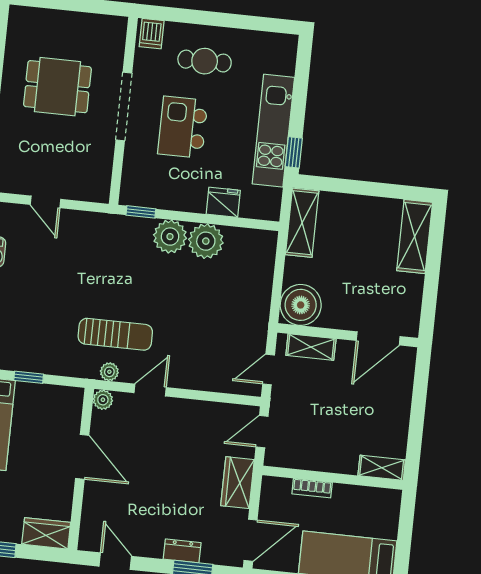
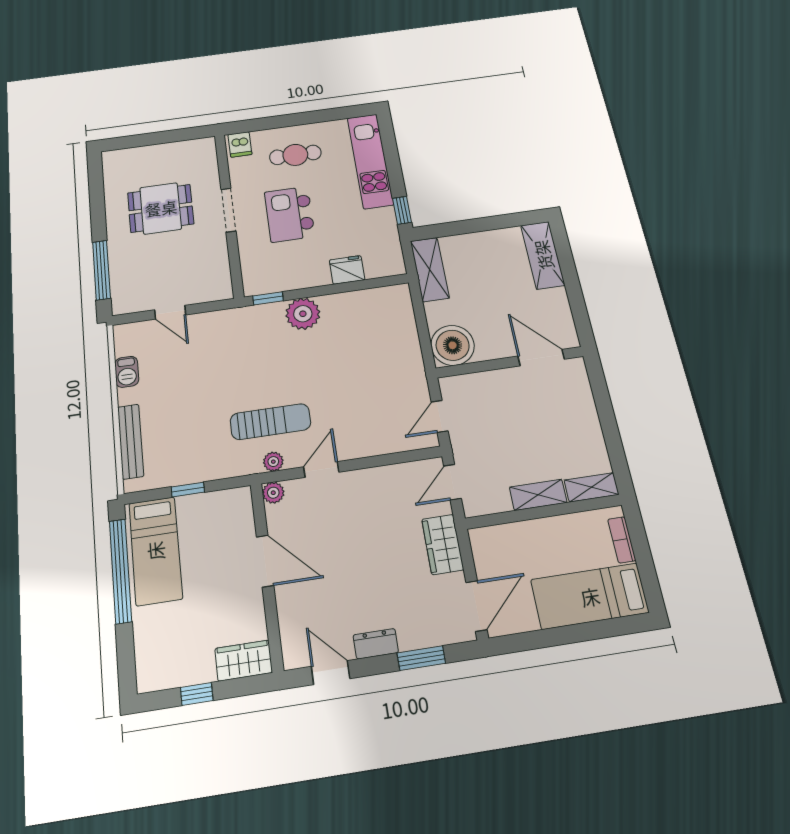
doorway: (124, 106) -> (228, 210), width x0.73
kitchen unit: (273, 131) -> (370, 161), moved
plant: (206, 241) -> (340, 309), removed
door: (378, 338) -> (541, 358), swing flipped
shelving: (311, 347) -> (538, 495), moved
bookcase: (312, 488) -> (622, 540), moved, turned 90
dresser: (182, 551) -> (376, 644), moved

